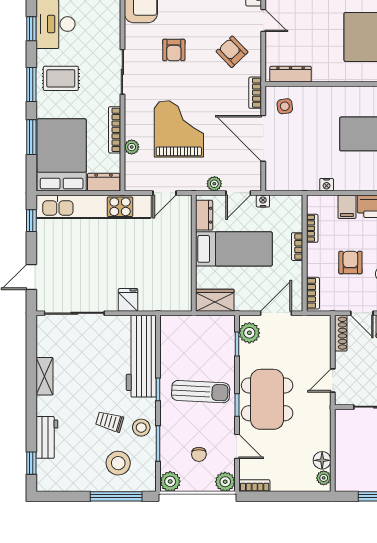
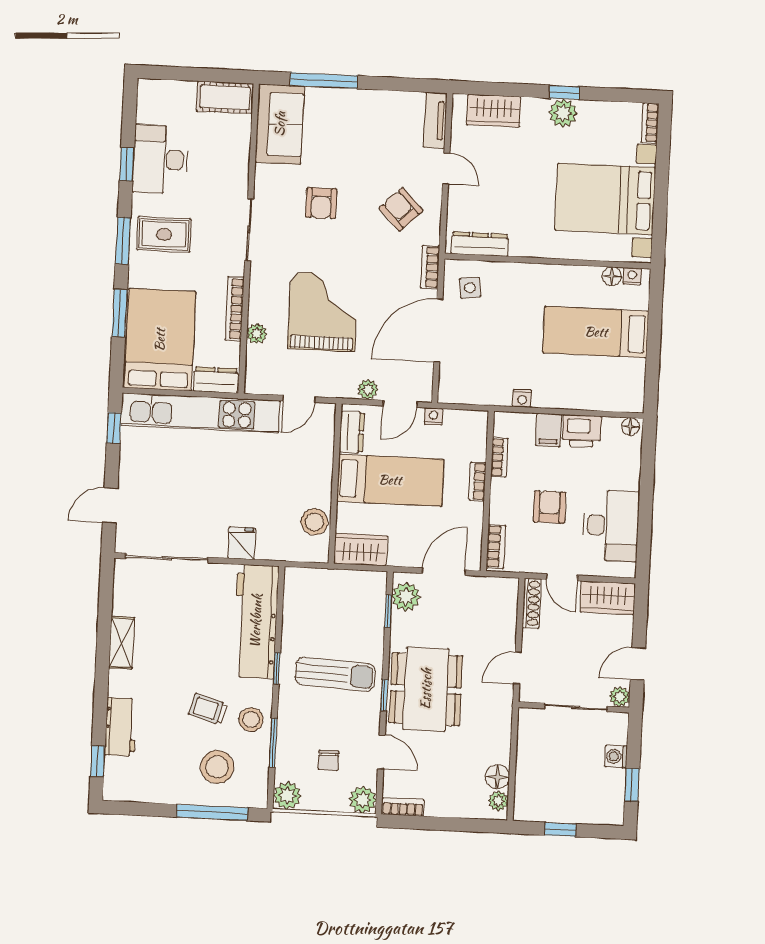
door: (263, 138) -> (438, 330), hinge flipped
stool: (180, 282) -> (314, 522), added

